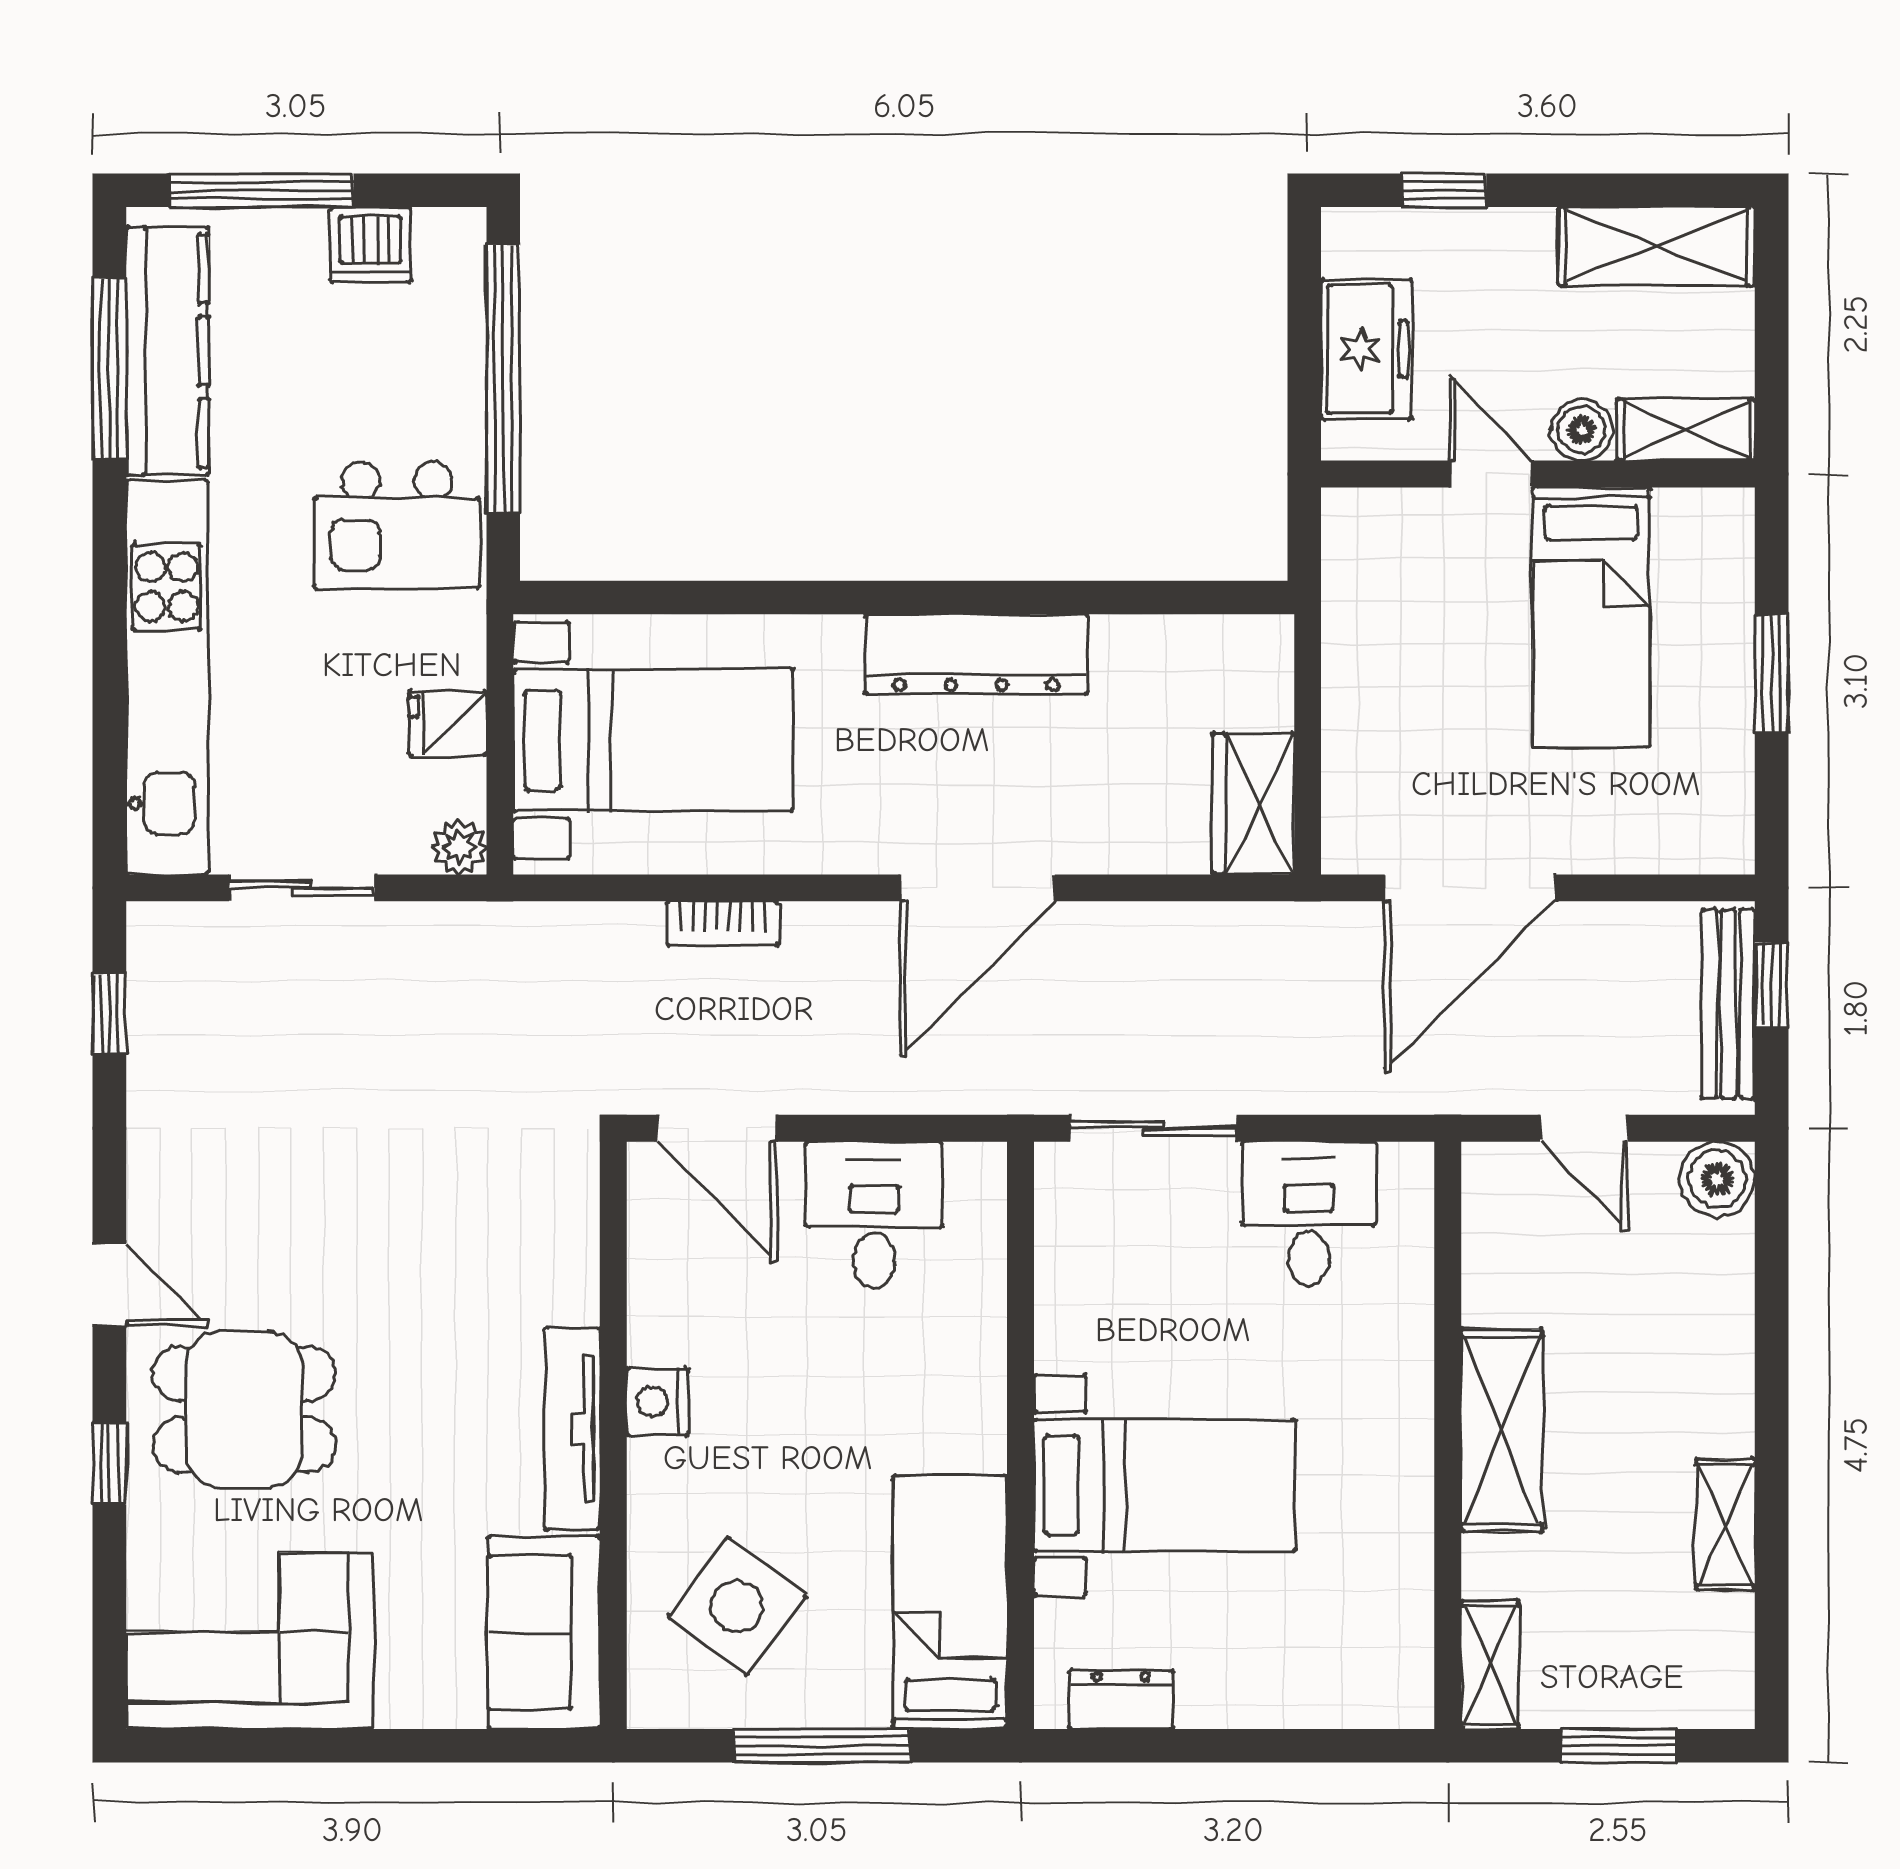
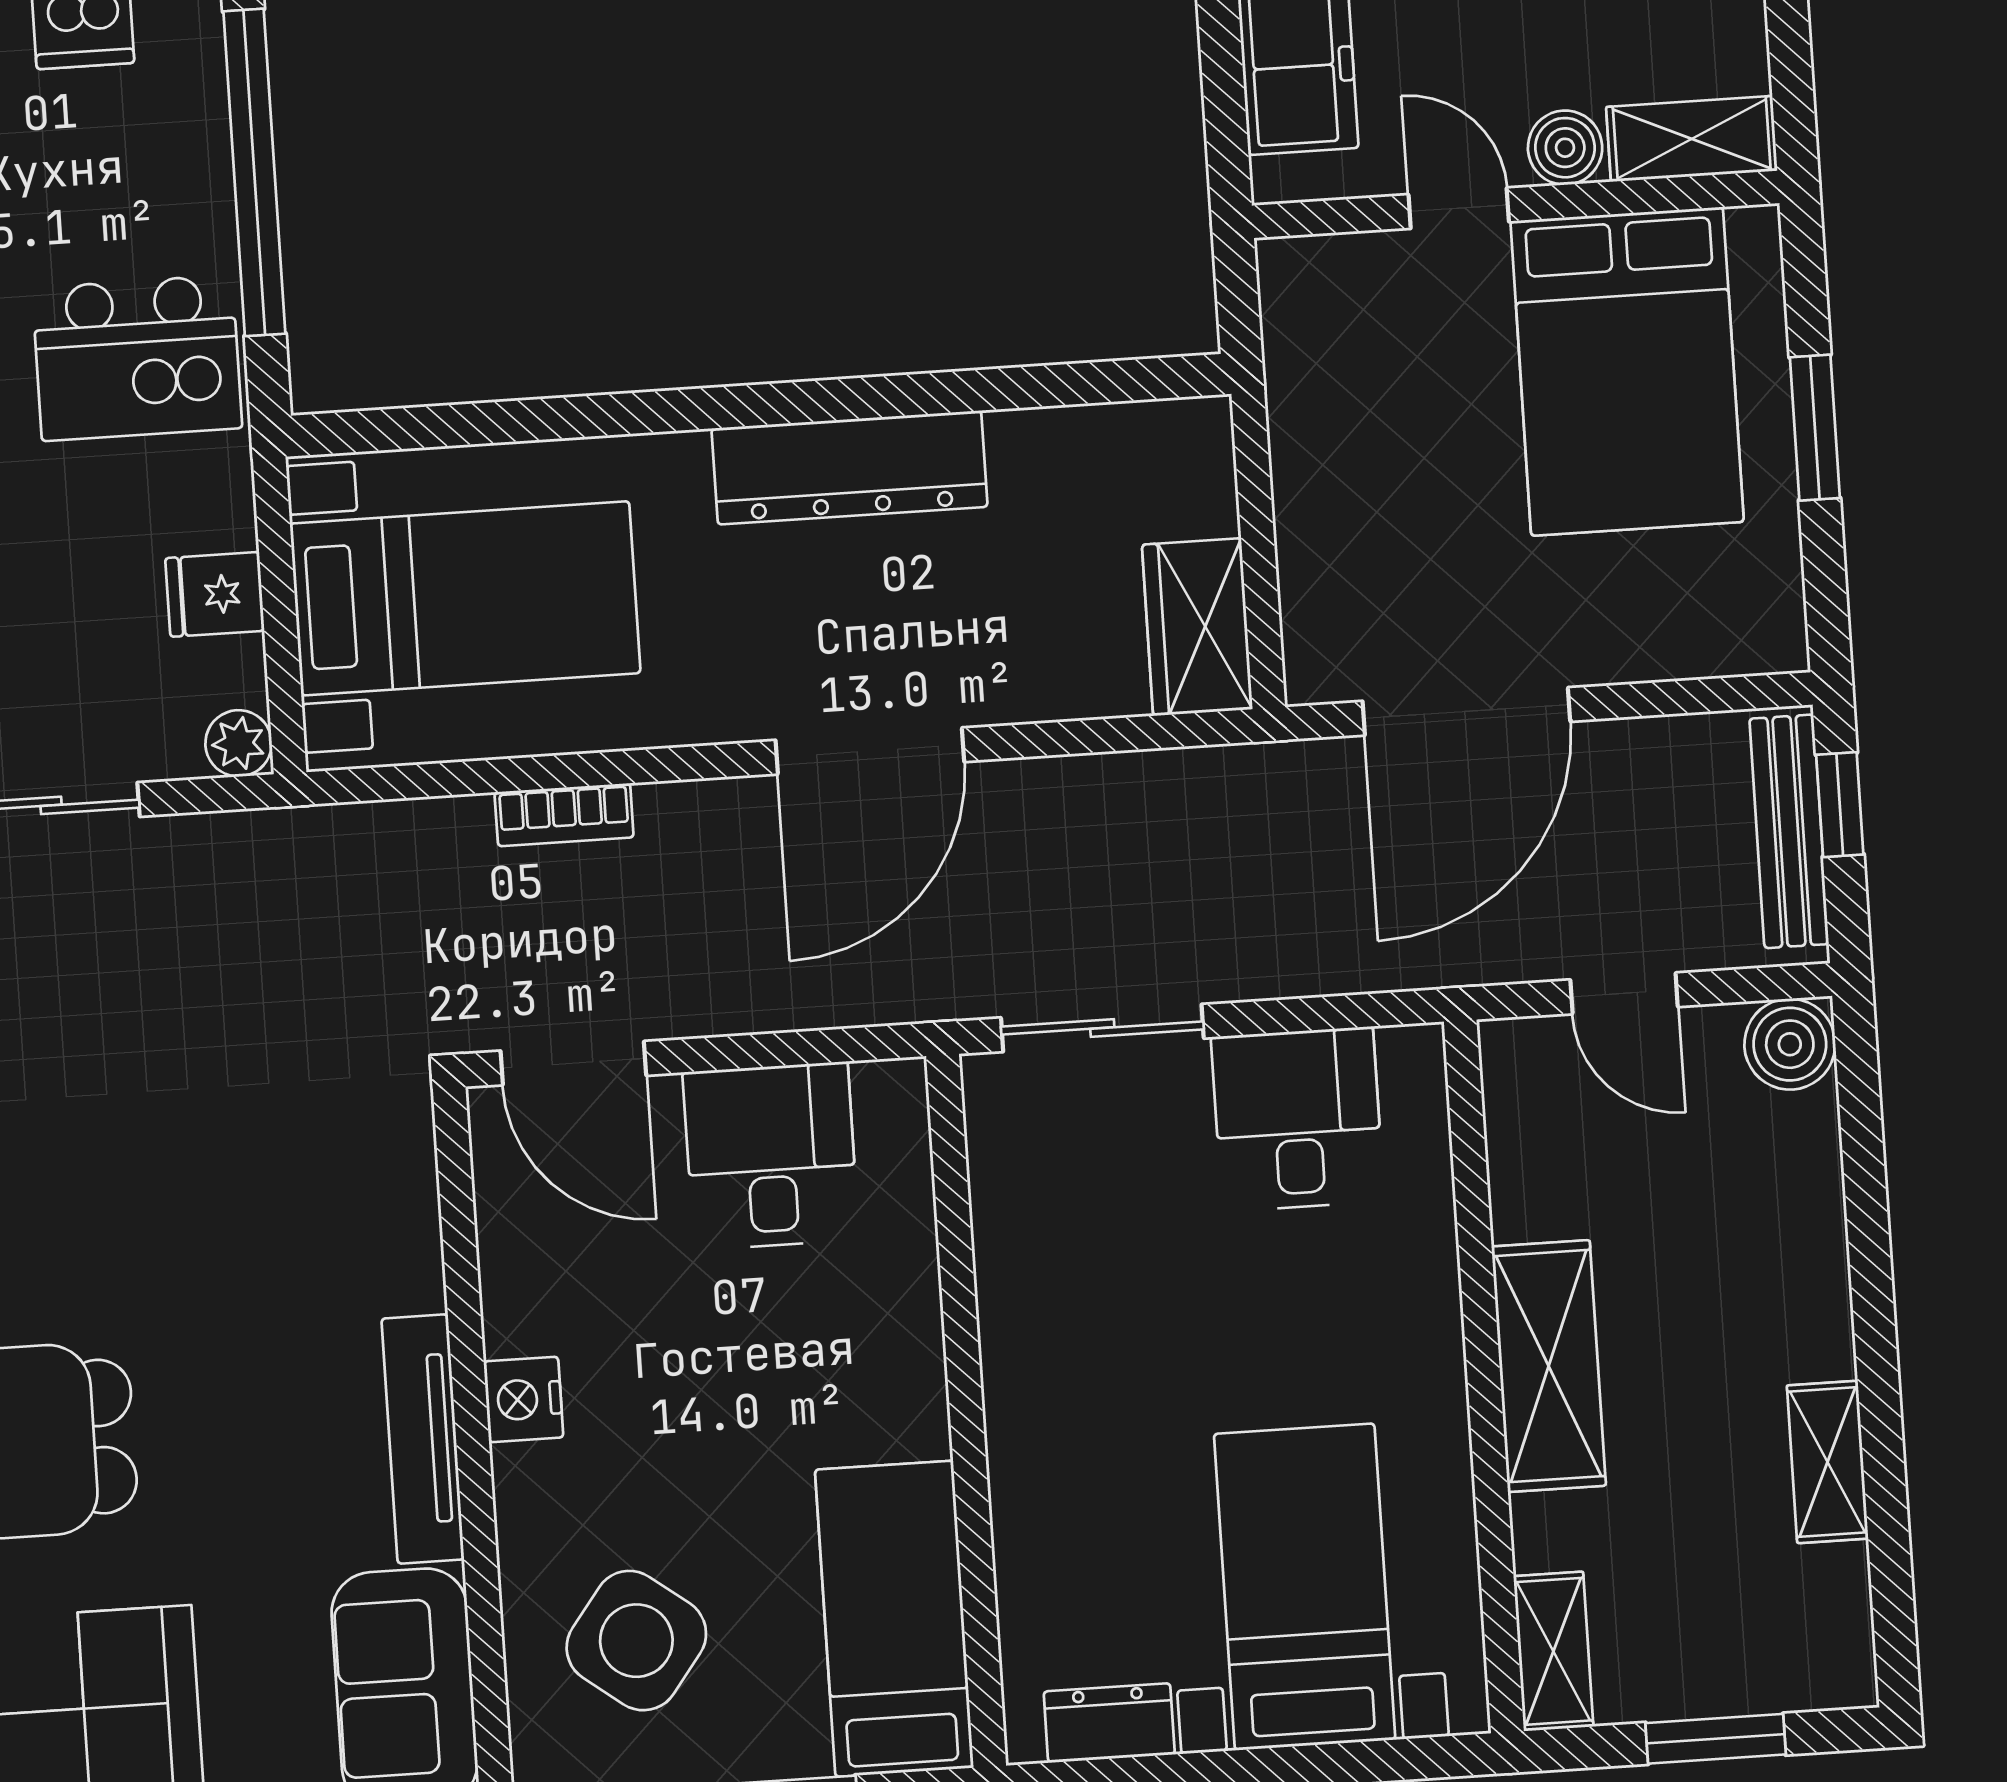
bed: (1591, 617) -> (1627, 371), width x1.50
bed with nightstands: (1165, 1485) -> (1305, 1587), moved, turned -90

